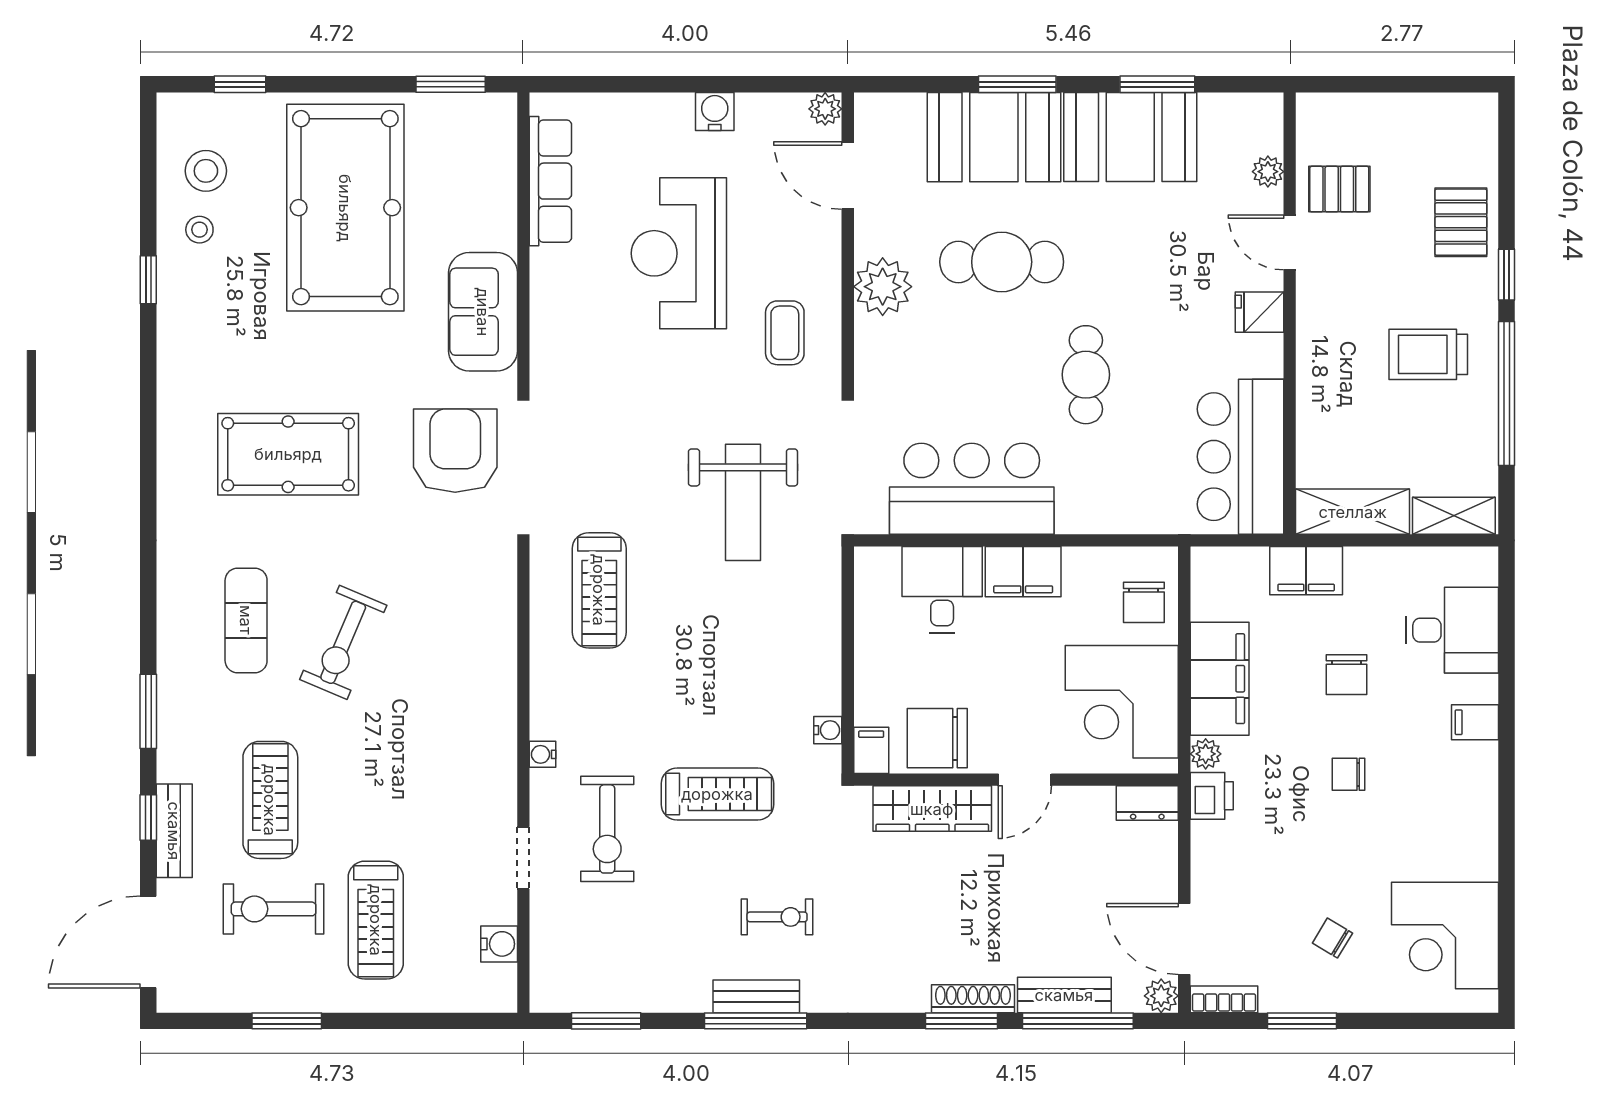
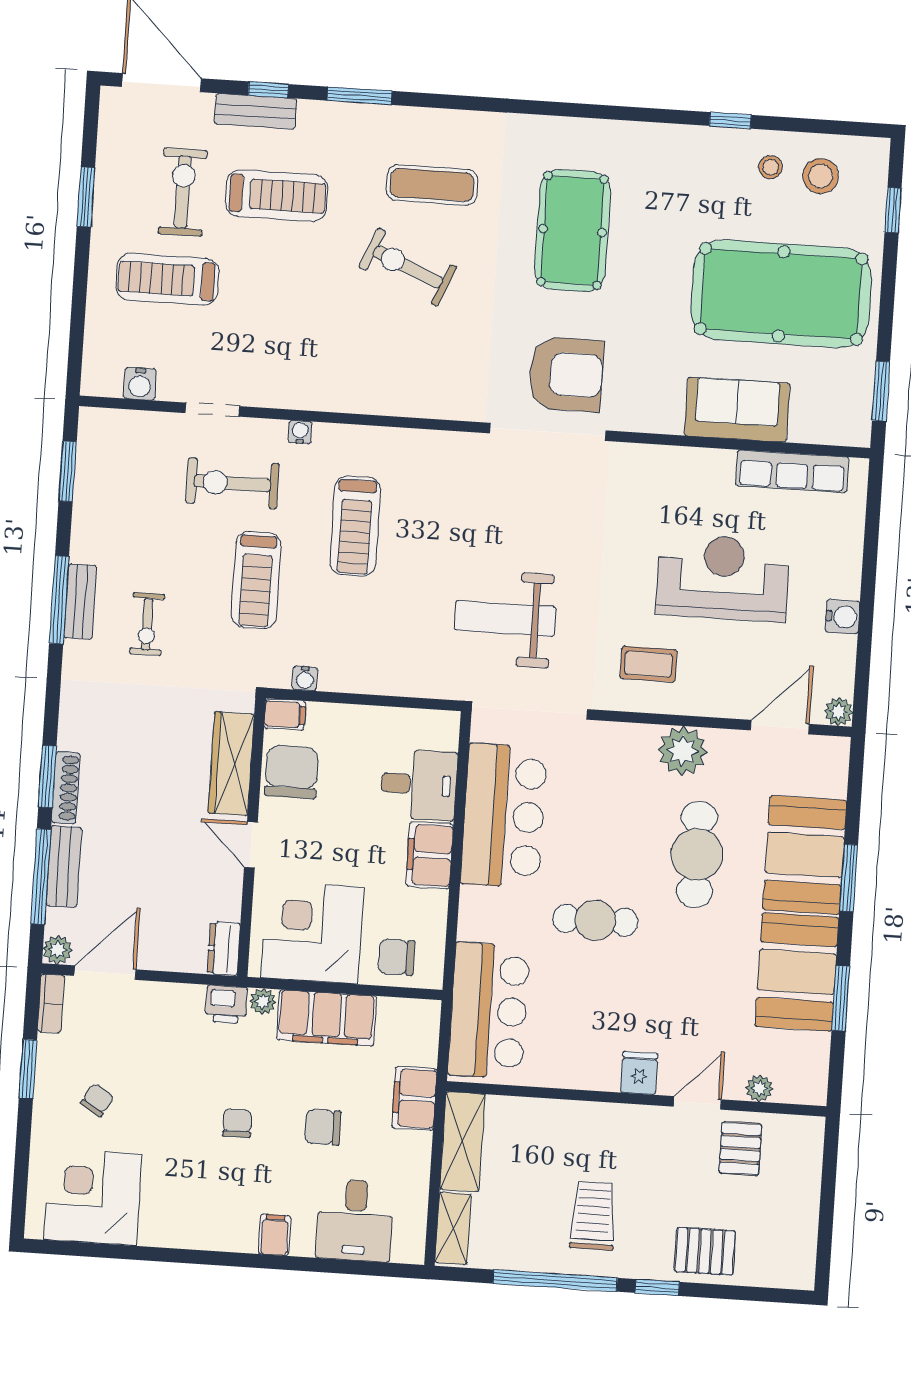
sofa: (483, 312) -> (737, 410), moved
bar counter: (1240, 457) -> (489, 1011), moved, turned 90
treadmill: (599, 590) -> (355, 526), moved, turned -90

